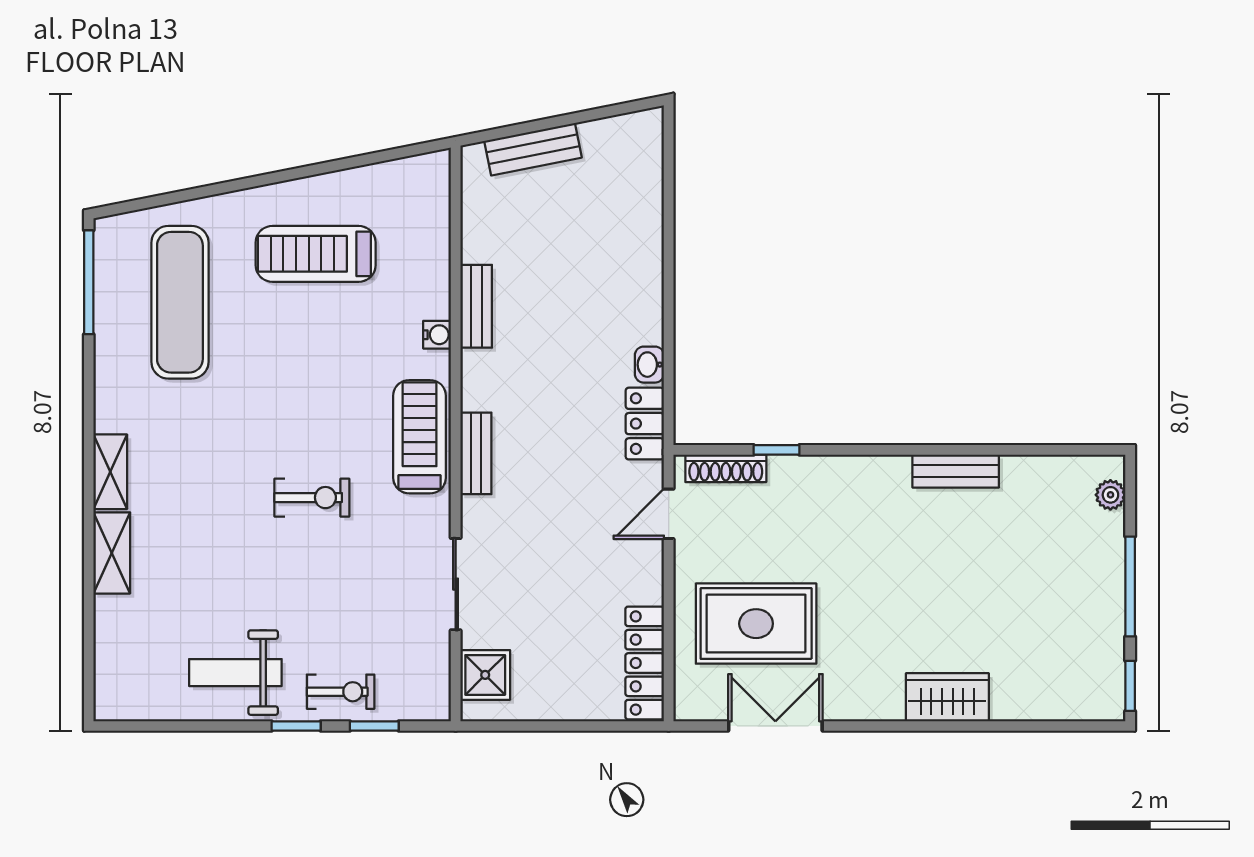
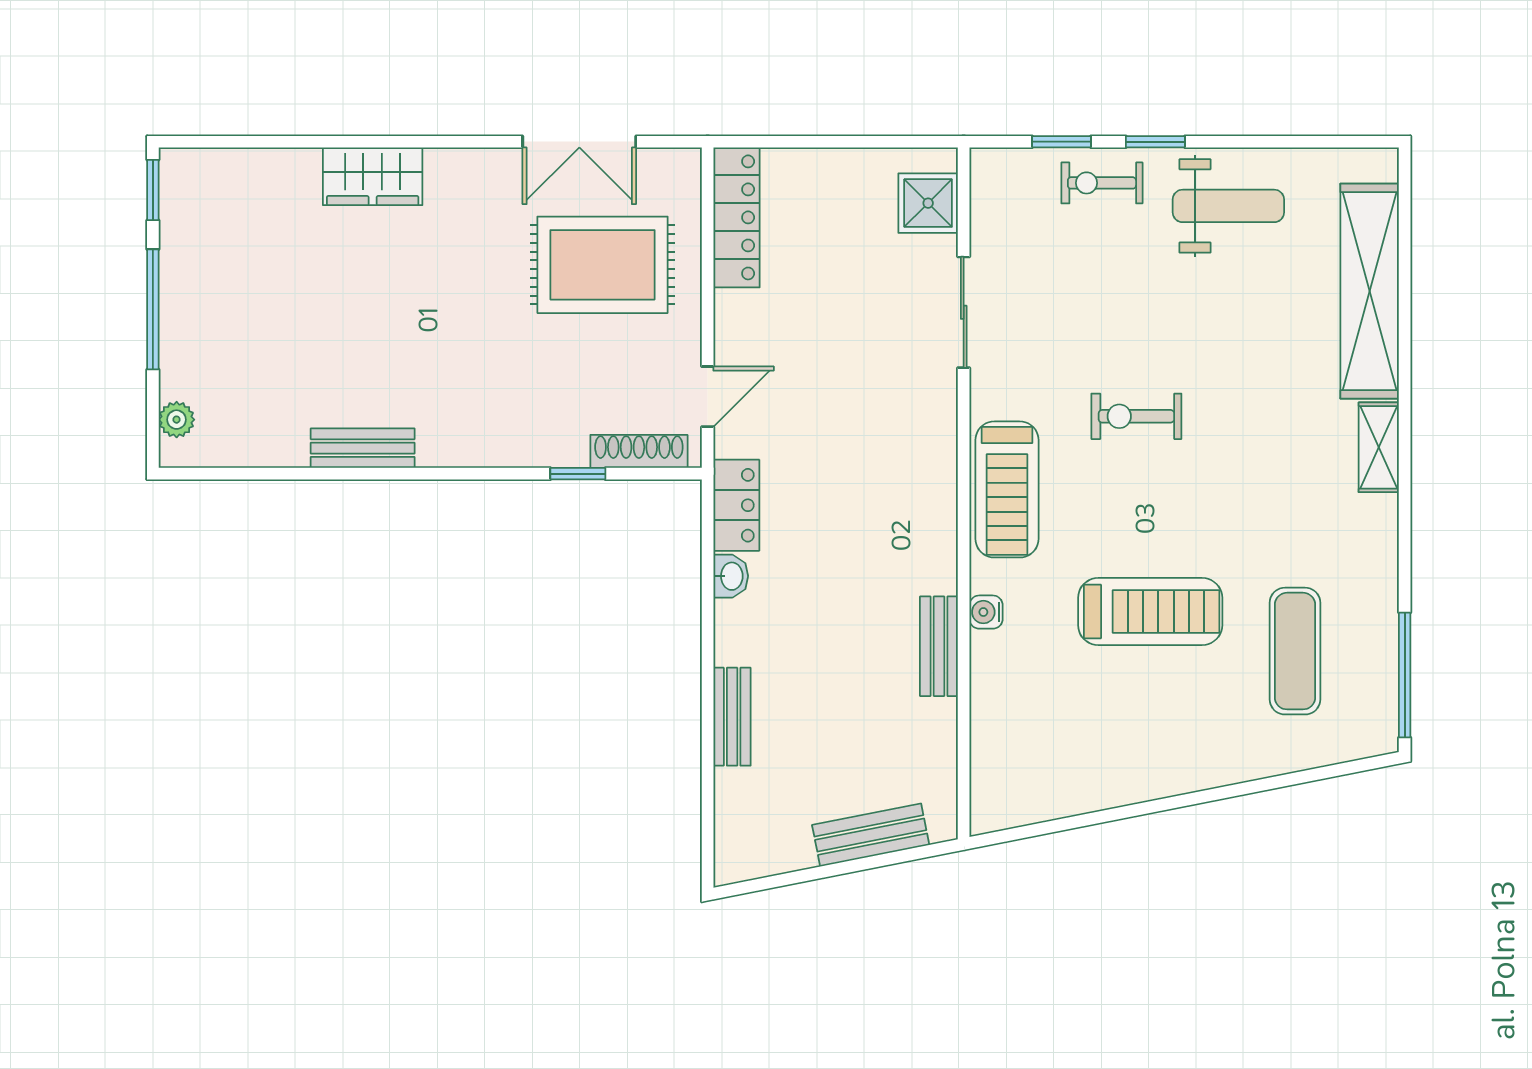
treadmill: (316, 254) -> (1150, 611), moved
exercise mat: (180, 302) -> (1295, 651), width x0.73, depth x0.69
bench: (476, 453) -> (732, 717), moved
shelving: (112, 553) -> (1370, 291), width x2.20, depth x1.33

